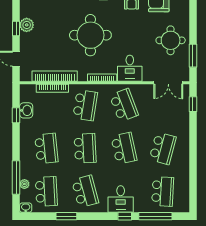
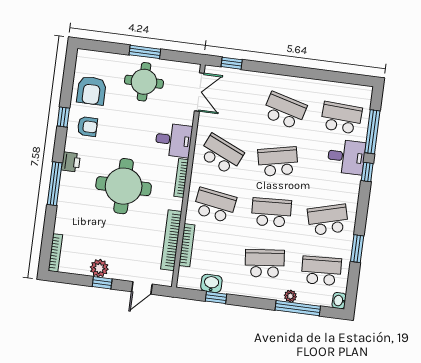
window: (193, 56) -> (145, 52), moved
school desk: (124, 105) -> (221, 154), turned 45
plant: (24, 184) -> (290, 296), moved
desk: (121, 199) -> (346, 157), moved

